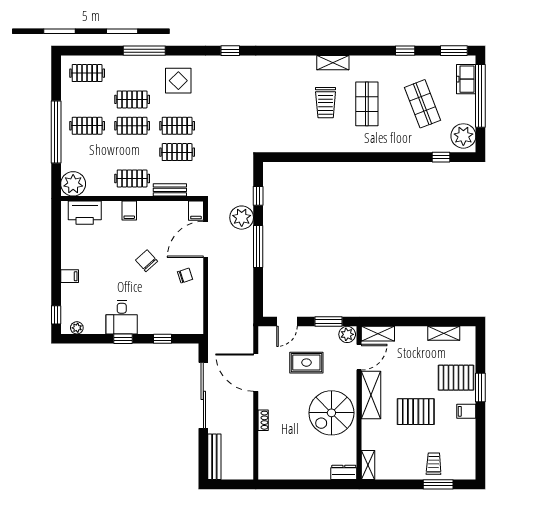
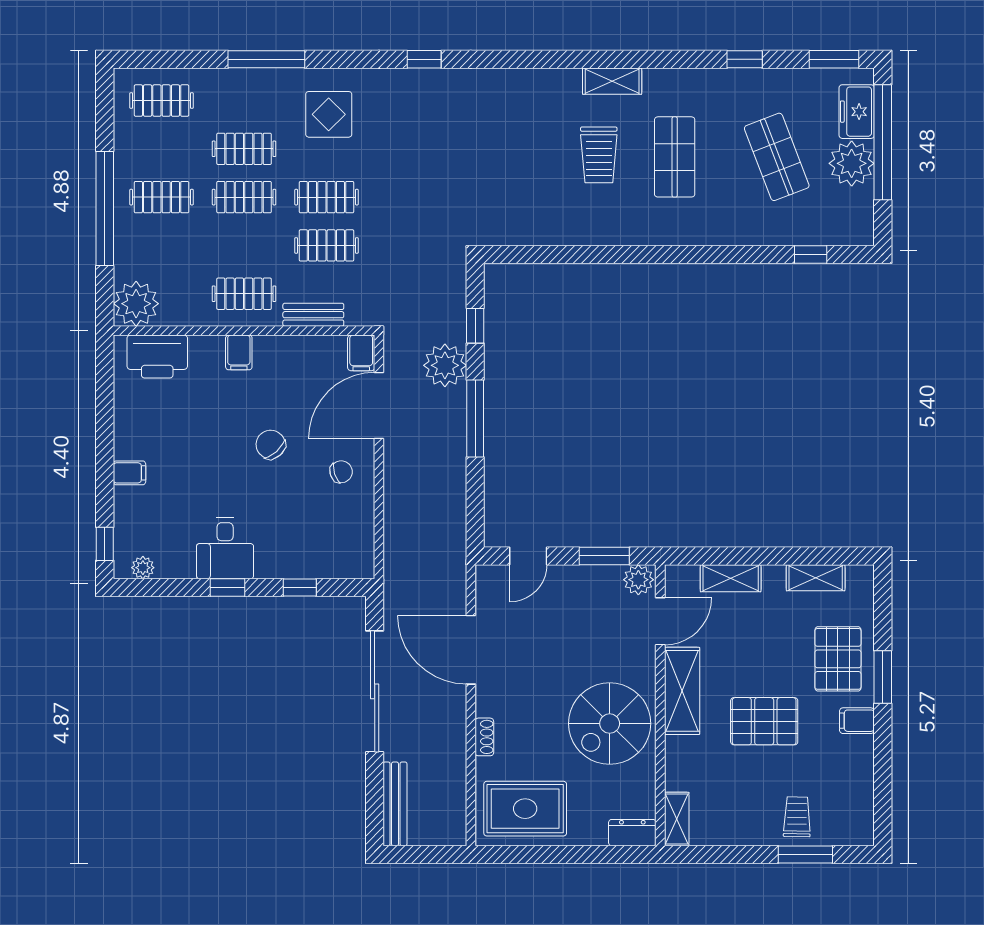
plant: (463, 136) -> (852, 163), moved
shelving: (378, 334) -> (731, 578), moved
rug: (306, 363) -> (525, 809), moved, width x1.36, depth x1.43
pallet: (456, 378) -> (838, 659), turned 90

